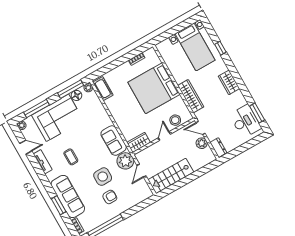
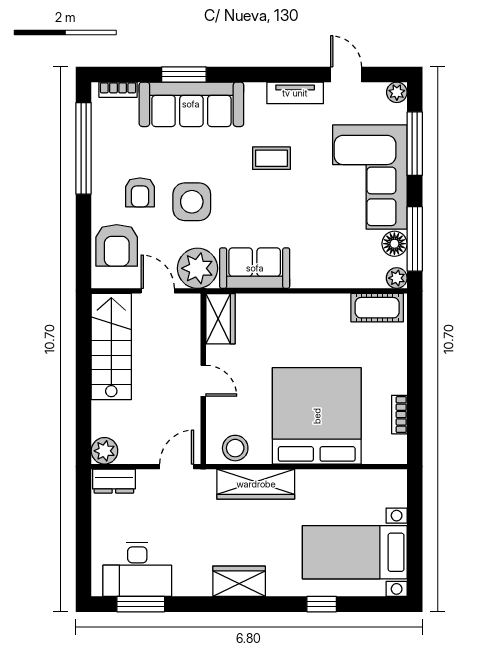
stool: (175, 120) -> (235, 448), moved
plant: (202, 143) -> (104, 451), moved
door: (26, 147) -> (346, 74), swing flipped
armchair: (134, 195) -> (117, 245), added

